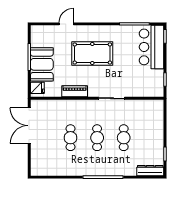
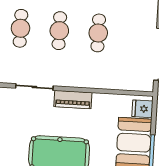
piano: (75, 91) -> (73, 100), moved

